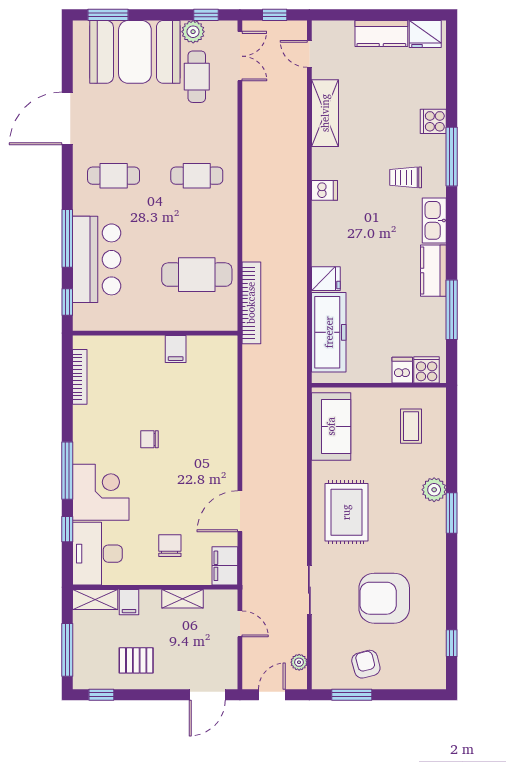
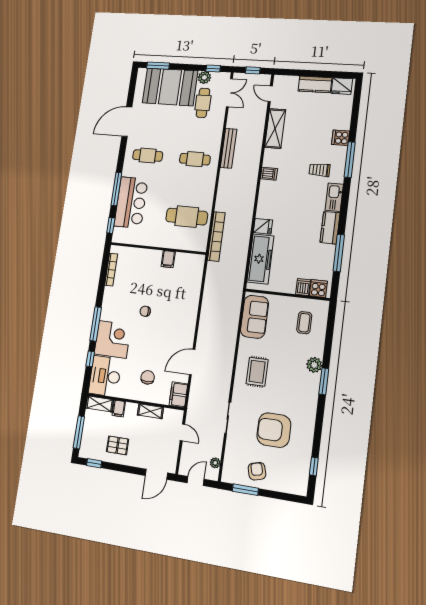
bench: (252, 153) -> (229, 148), added
rug: (346, 512) -> (257, 372), width x0.73, depth x0.70

